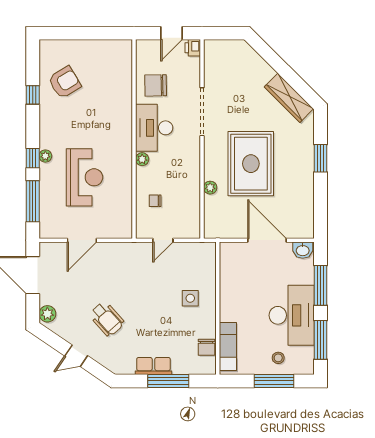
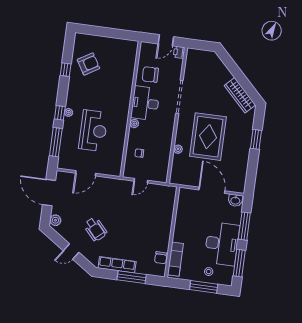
side table: (190, 298) -> (154, 223), removed
row of seats: (153, 366) -> (117, 265), width x1.48

